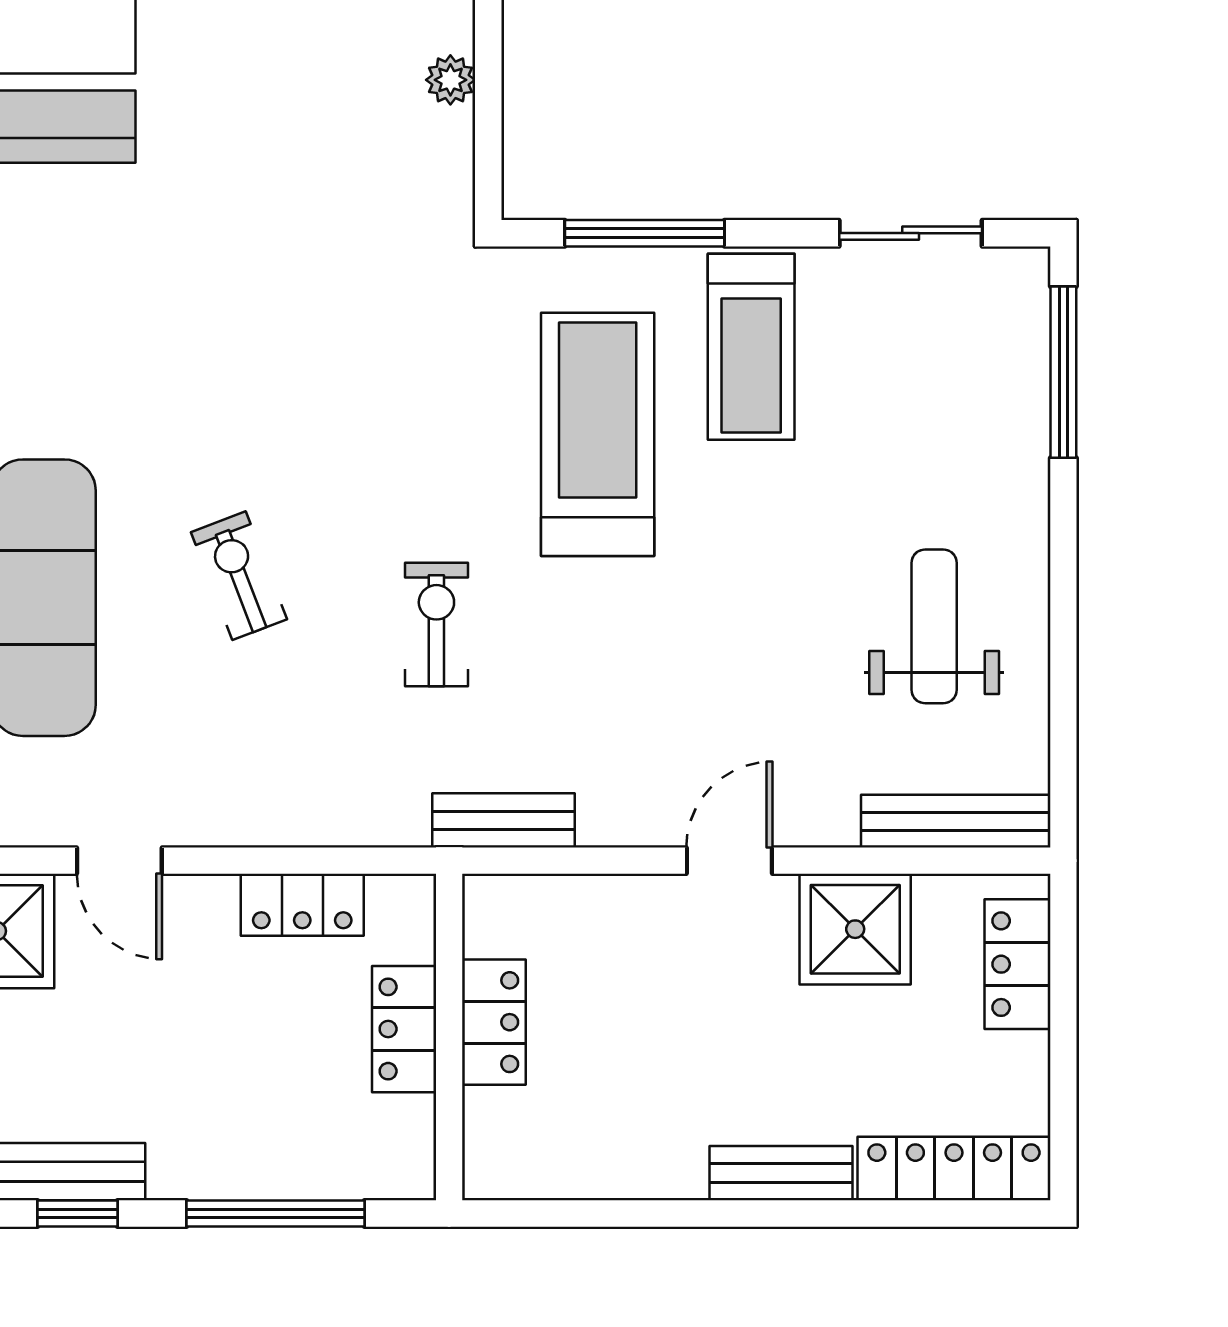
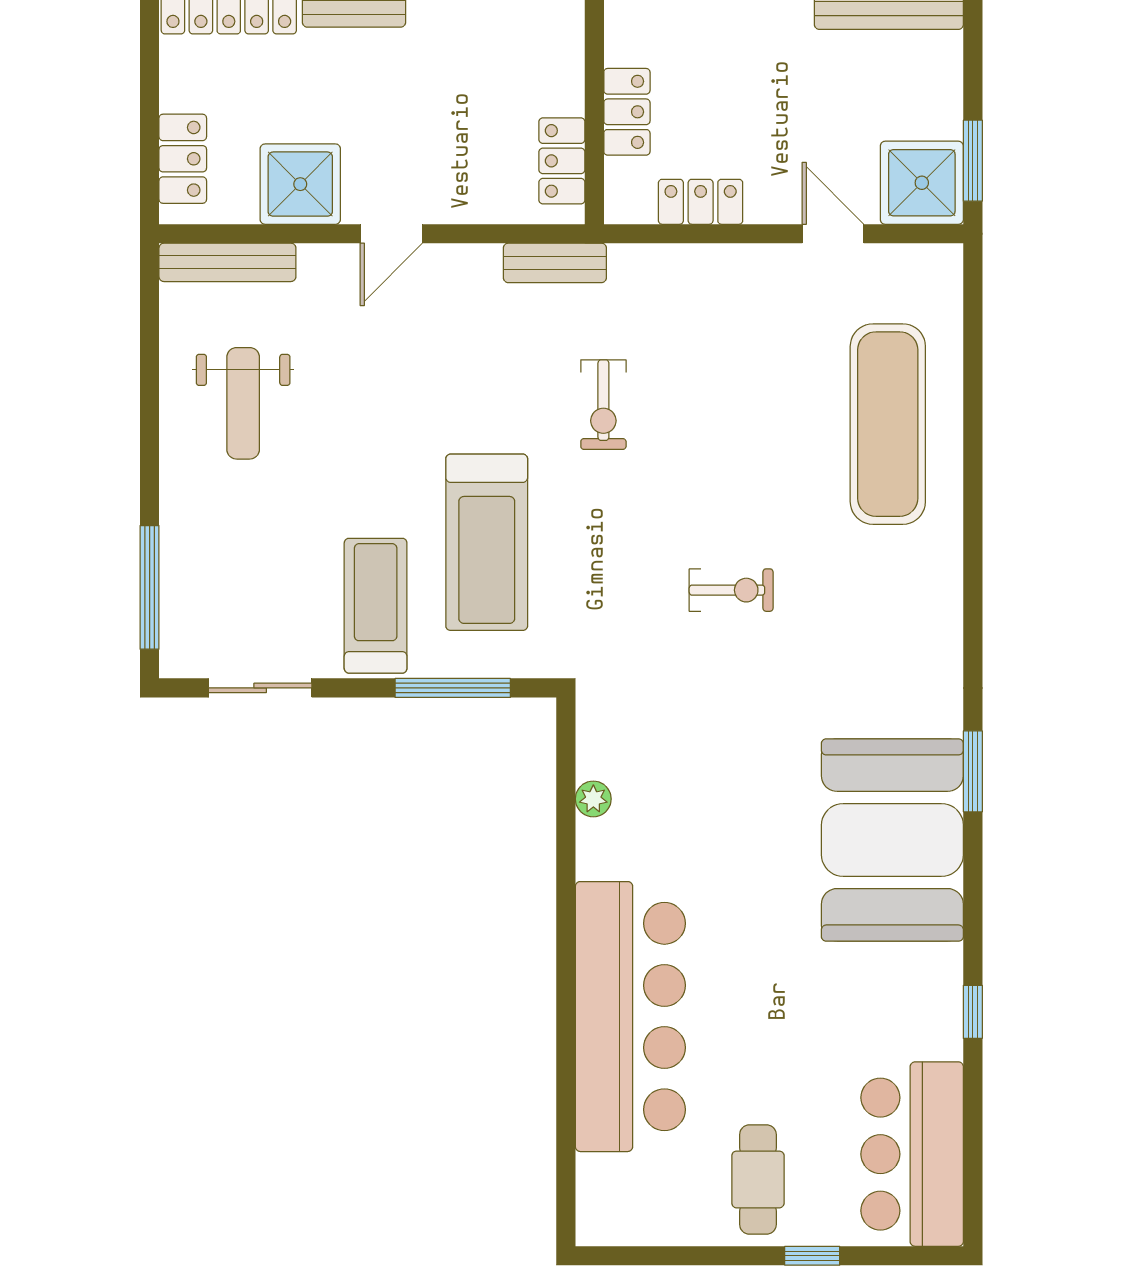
exercise bike: (239, 576) -> (731, 590), moved, turned -69
locker: (494, 1022) -> (562, 161), moved

